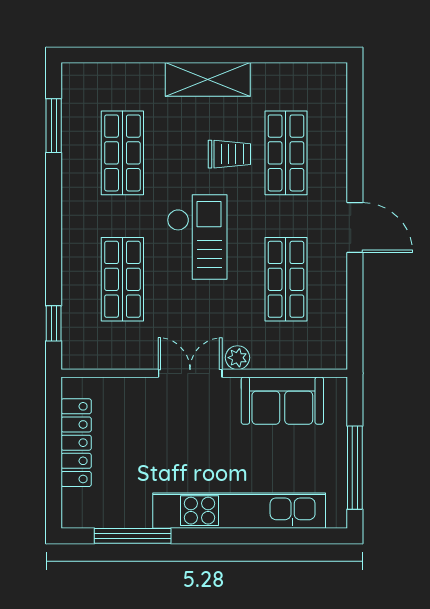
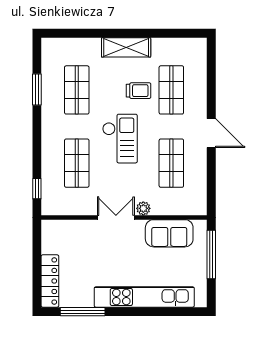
window: (54, 126) -> (37, 89), moved
locker: (76, 443) -> (50, 281), moved
window: (355, 468) -> (211, 254), moved

